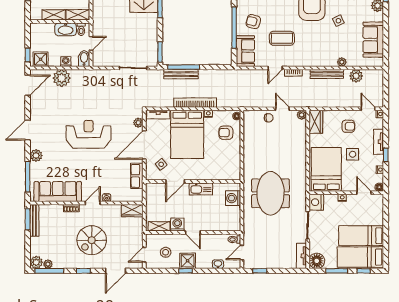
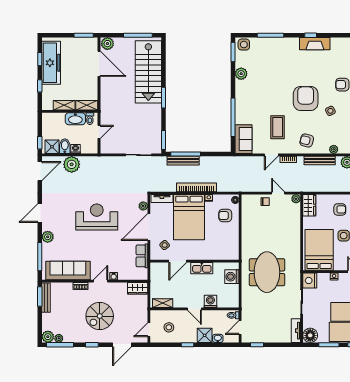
armchair: (253, 22) -> (307, 141), moved
coffee table: (282, 38) -> (278, 127), turned 90
bidet: (84, 59) -> (65, 146), moved
washing machine: (177, 225) -> (210, 301), moved
shower: (188, 261) -> (205, 335), moved

